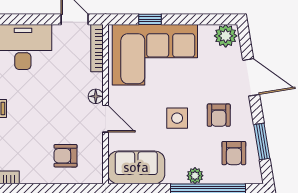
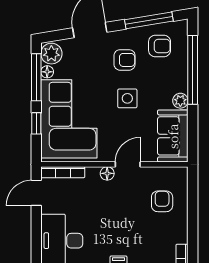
window: (200, 19) -> (36, 77), added
floor lamp: (206, 31) -> (47, 72), added
window: (262, 142) -> (149, 20), width x1.44
armchair: (66, 156) -> (162, 201), turned 180
plant: (195, 176) -> (180, 101), moved

